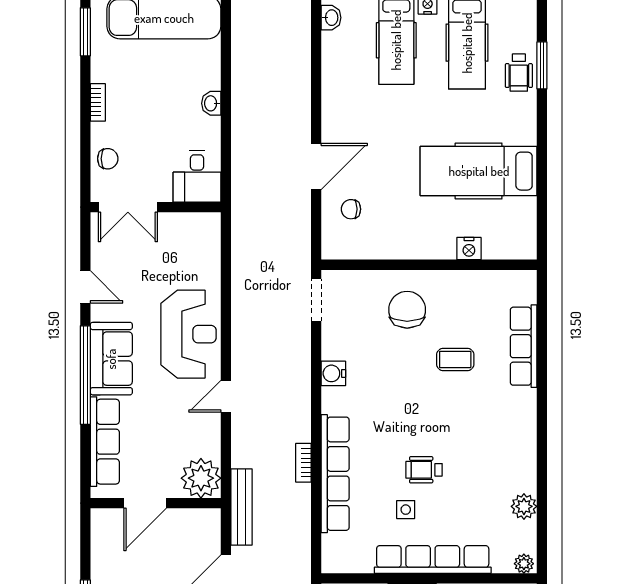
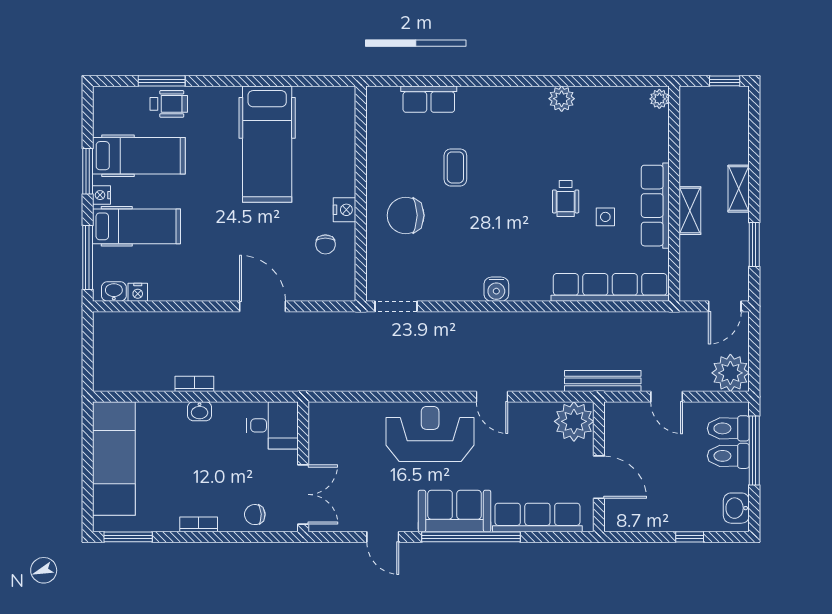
nightstand: (330, 41) -> (138, 292), added
chair: (108, 159) -> (255, 515), turned -93
chair: (351, 209) -> (325, 244), moved
nightstand: (469, 249) -> (345, 210), moved
door: (85, 287) -> (383, 537), swing flipped
row of seats: (524, 346) -> (429, 99), width x0.68
water cooler: (333, 373) -> (496, 289), moved
bookcase: (303, 463) -> (194, 384), moved, turned 180
row of seats: (335, 474) -> (610, 287), moved
plant: (524, 506) -> (562, 99), moved
row of seats: (433, 559) -> (655, 206), width x0.73

